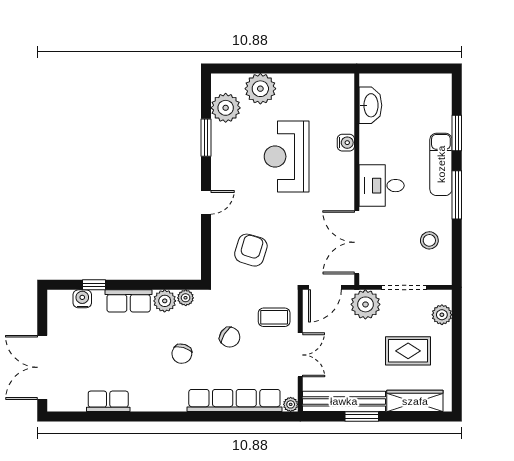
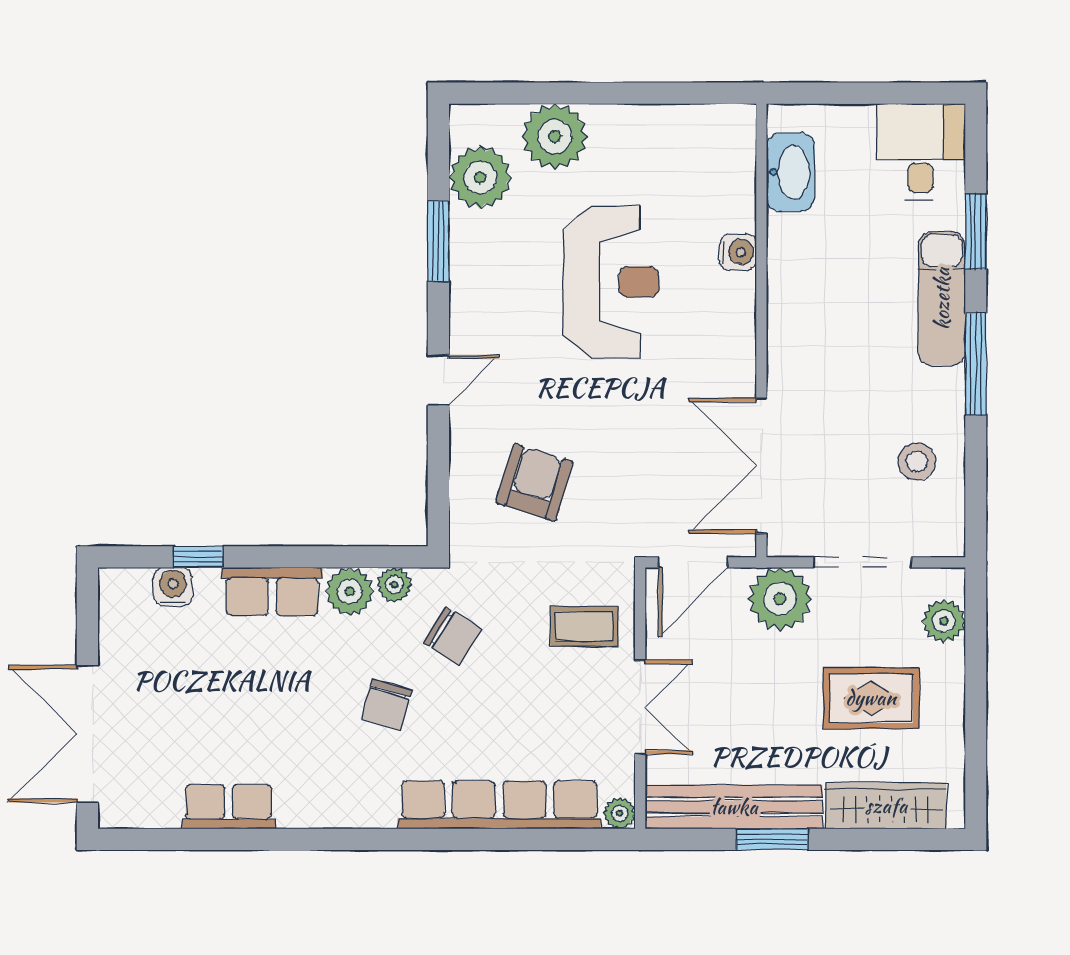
reception desk: (287, 157) -> (611, 282), turned 180
desk: (382, 186) -> (921, 152), moved, turned 90
chair: (230, 337) -> (453, 636), moved

